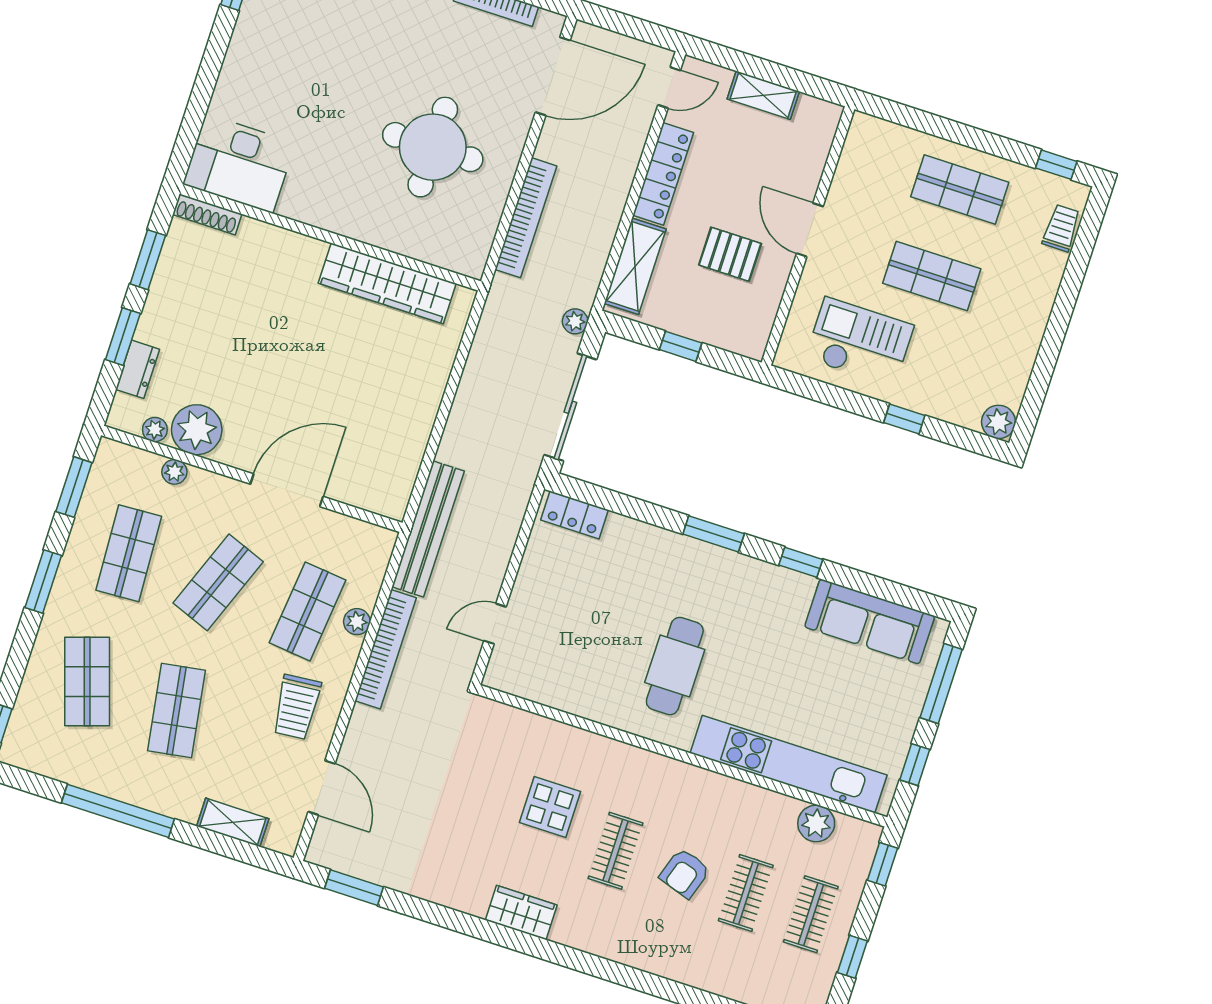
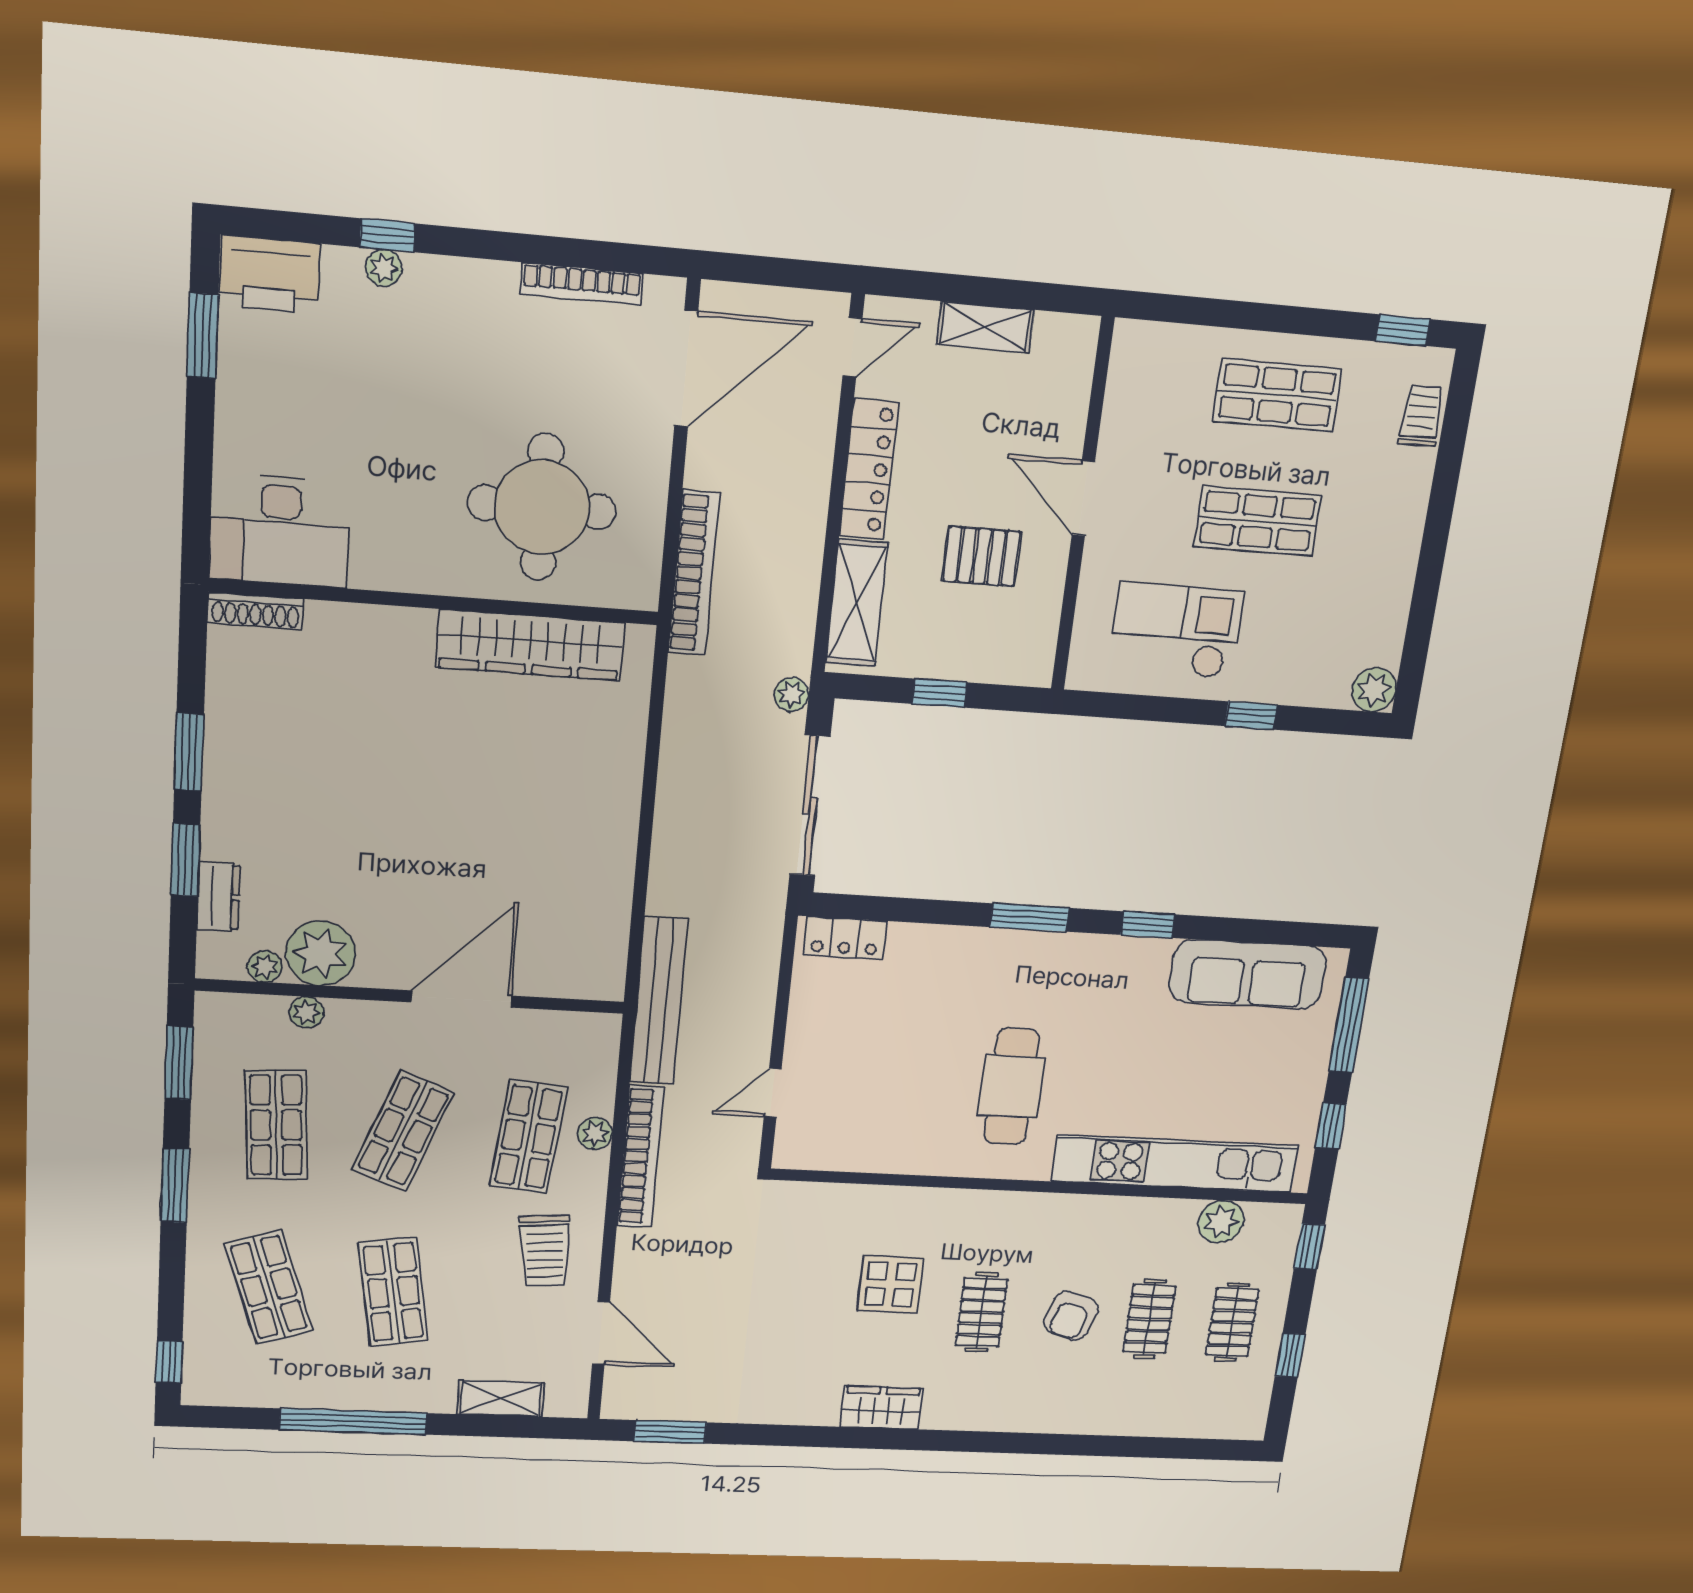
desk: (239, 164) -> (280, 531), moved
shoe rack: (207, 214) -> (256, 611), moved
wall: (330, 237) -> (435, 602), moved
wardrobe: (387, 283) -> (530, 645), moved

